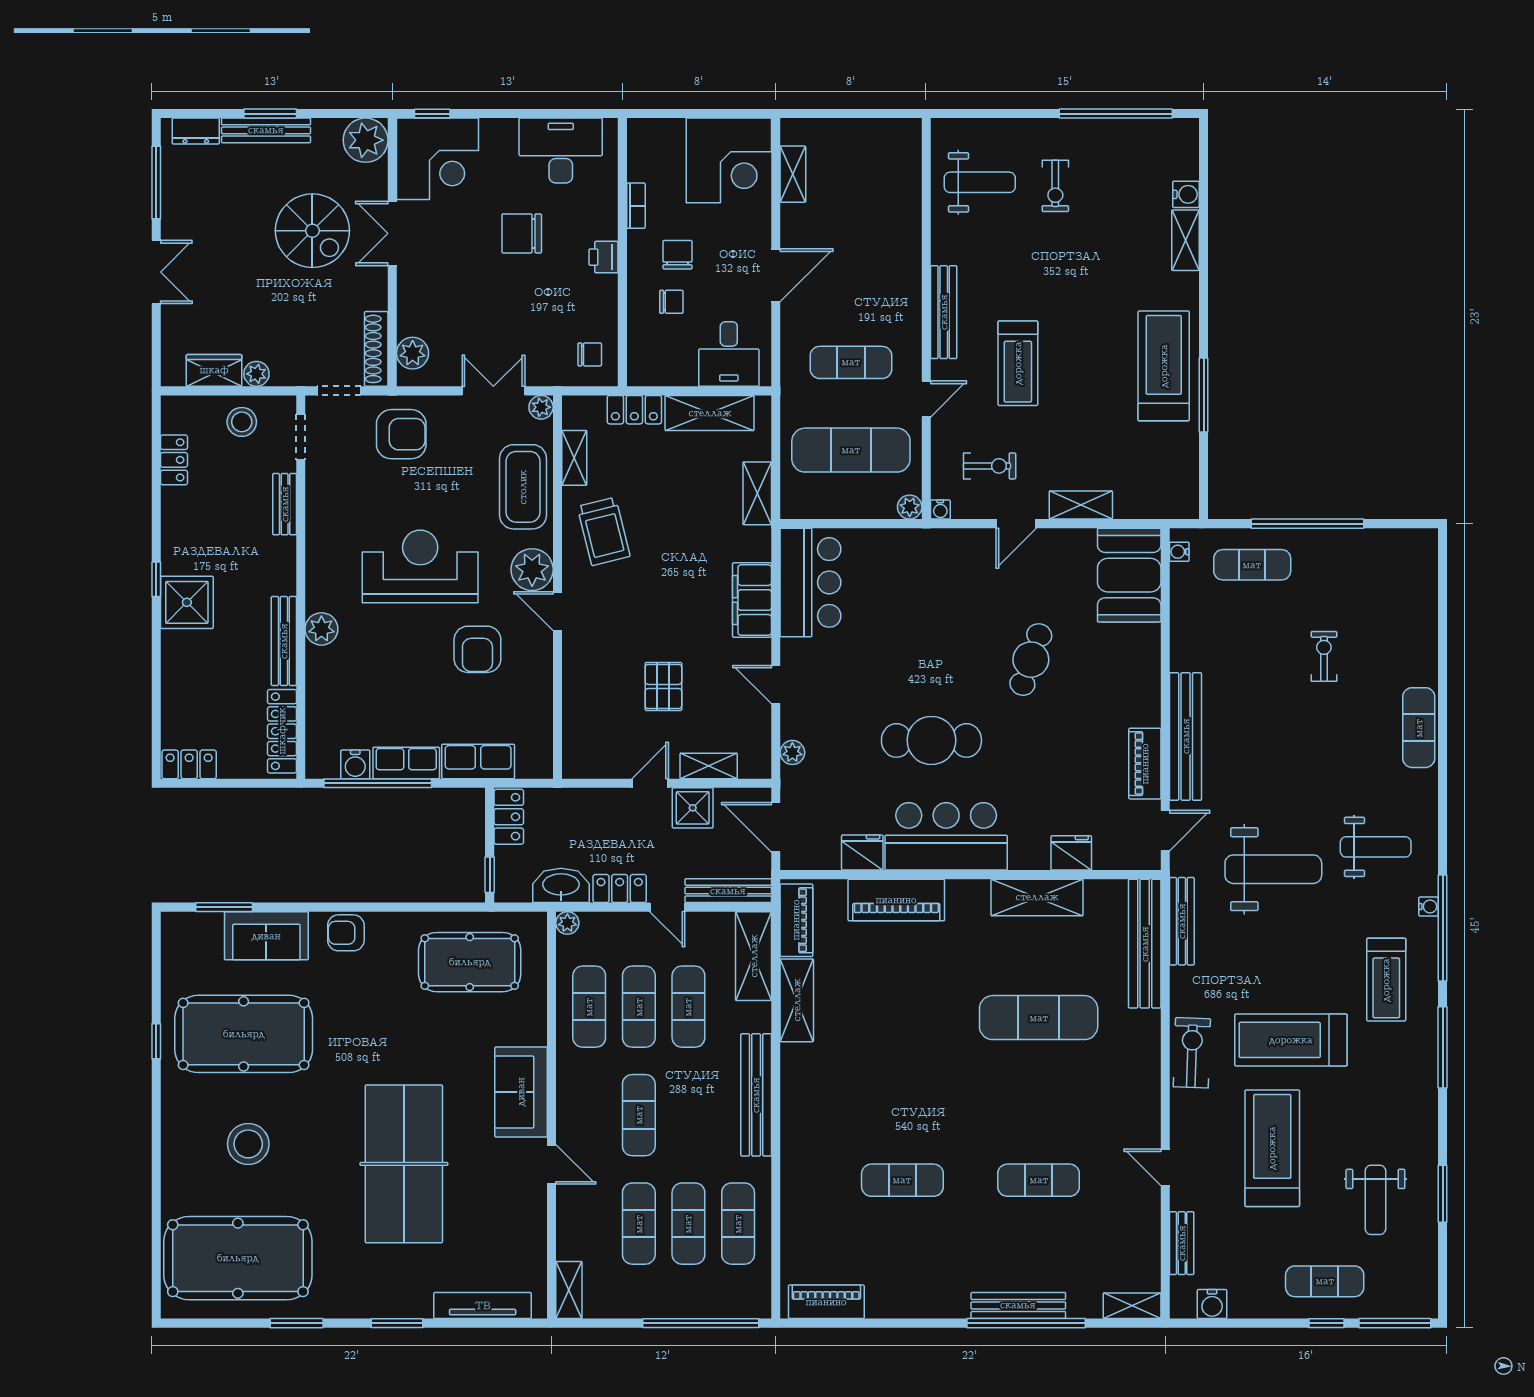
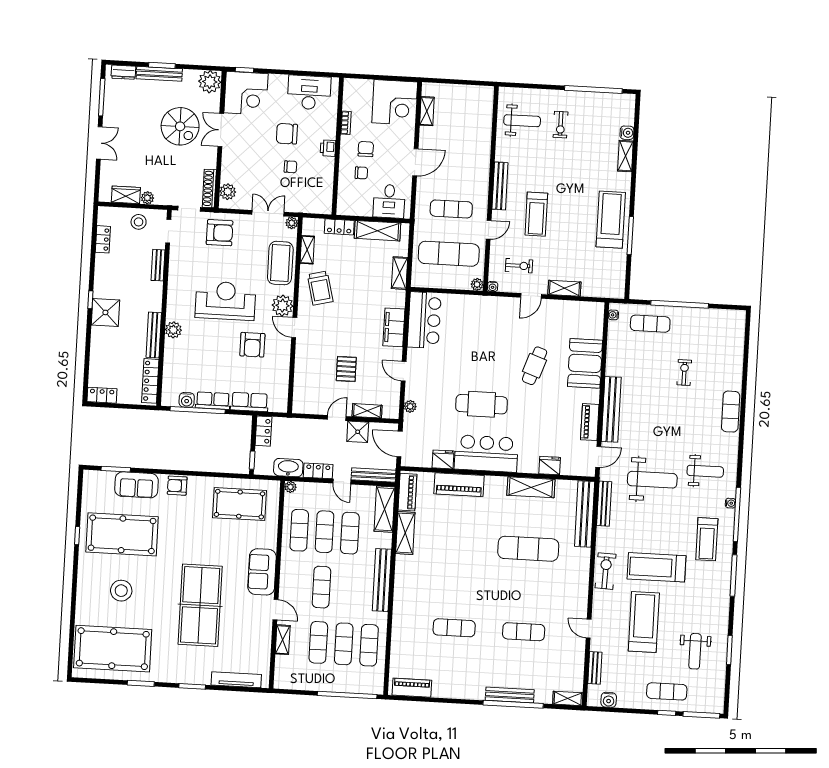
chair: (590, 354) -> (290, 167), moved
booth: (1129, 575) -> (585, 363), moved
shelving: (569, 1290) -> (283, 640), moved

